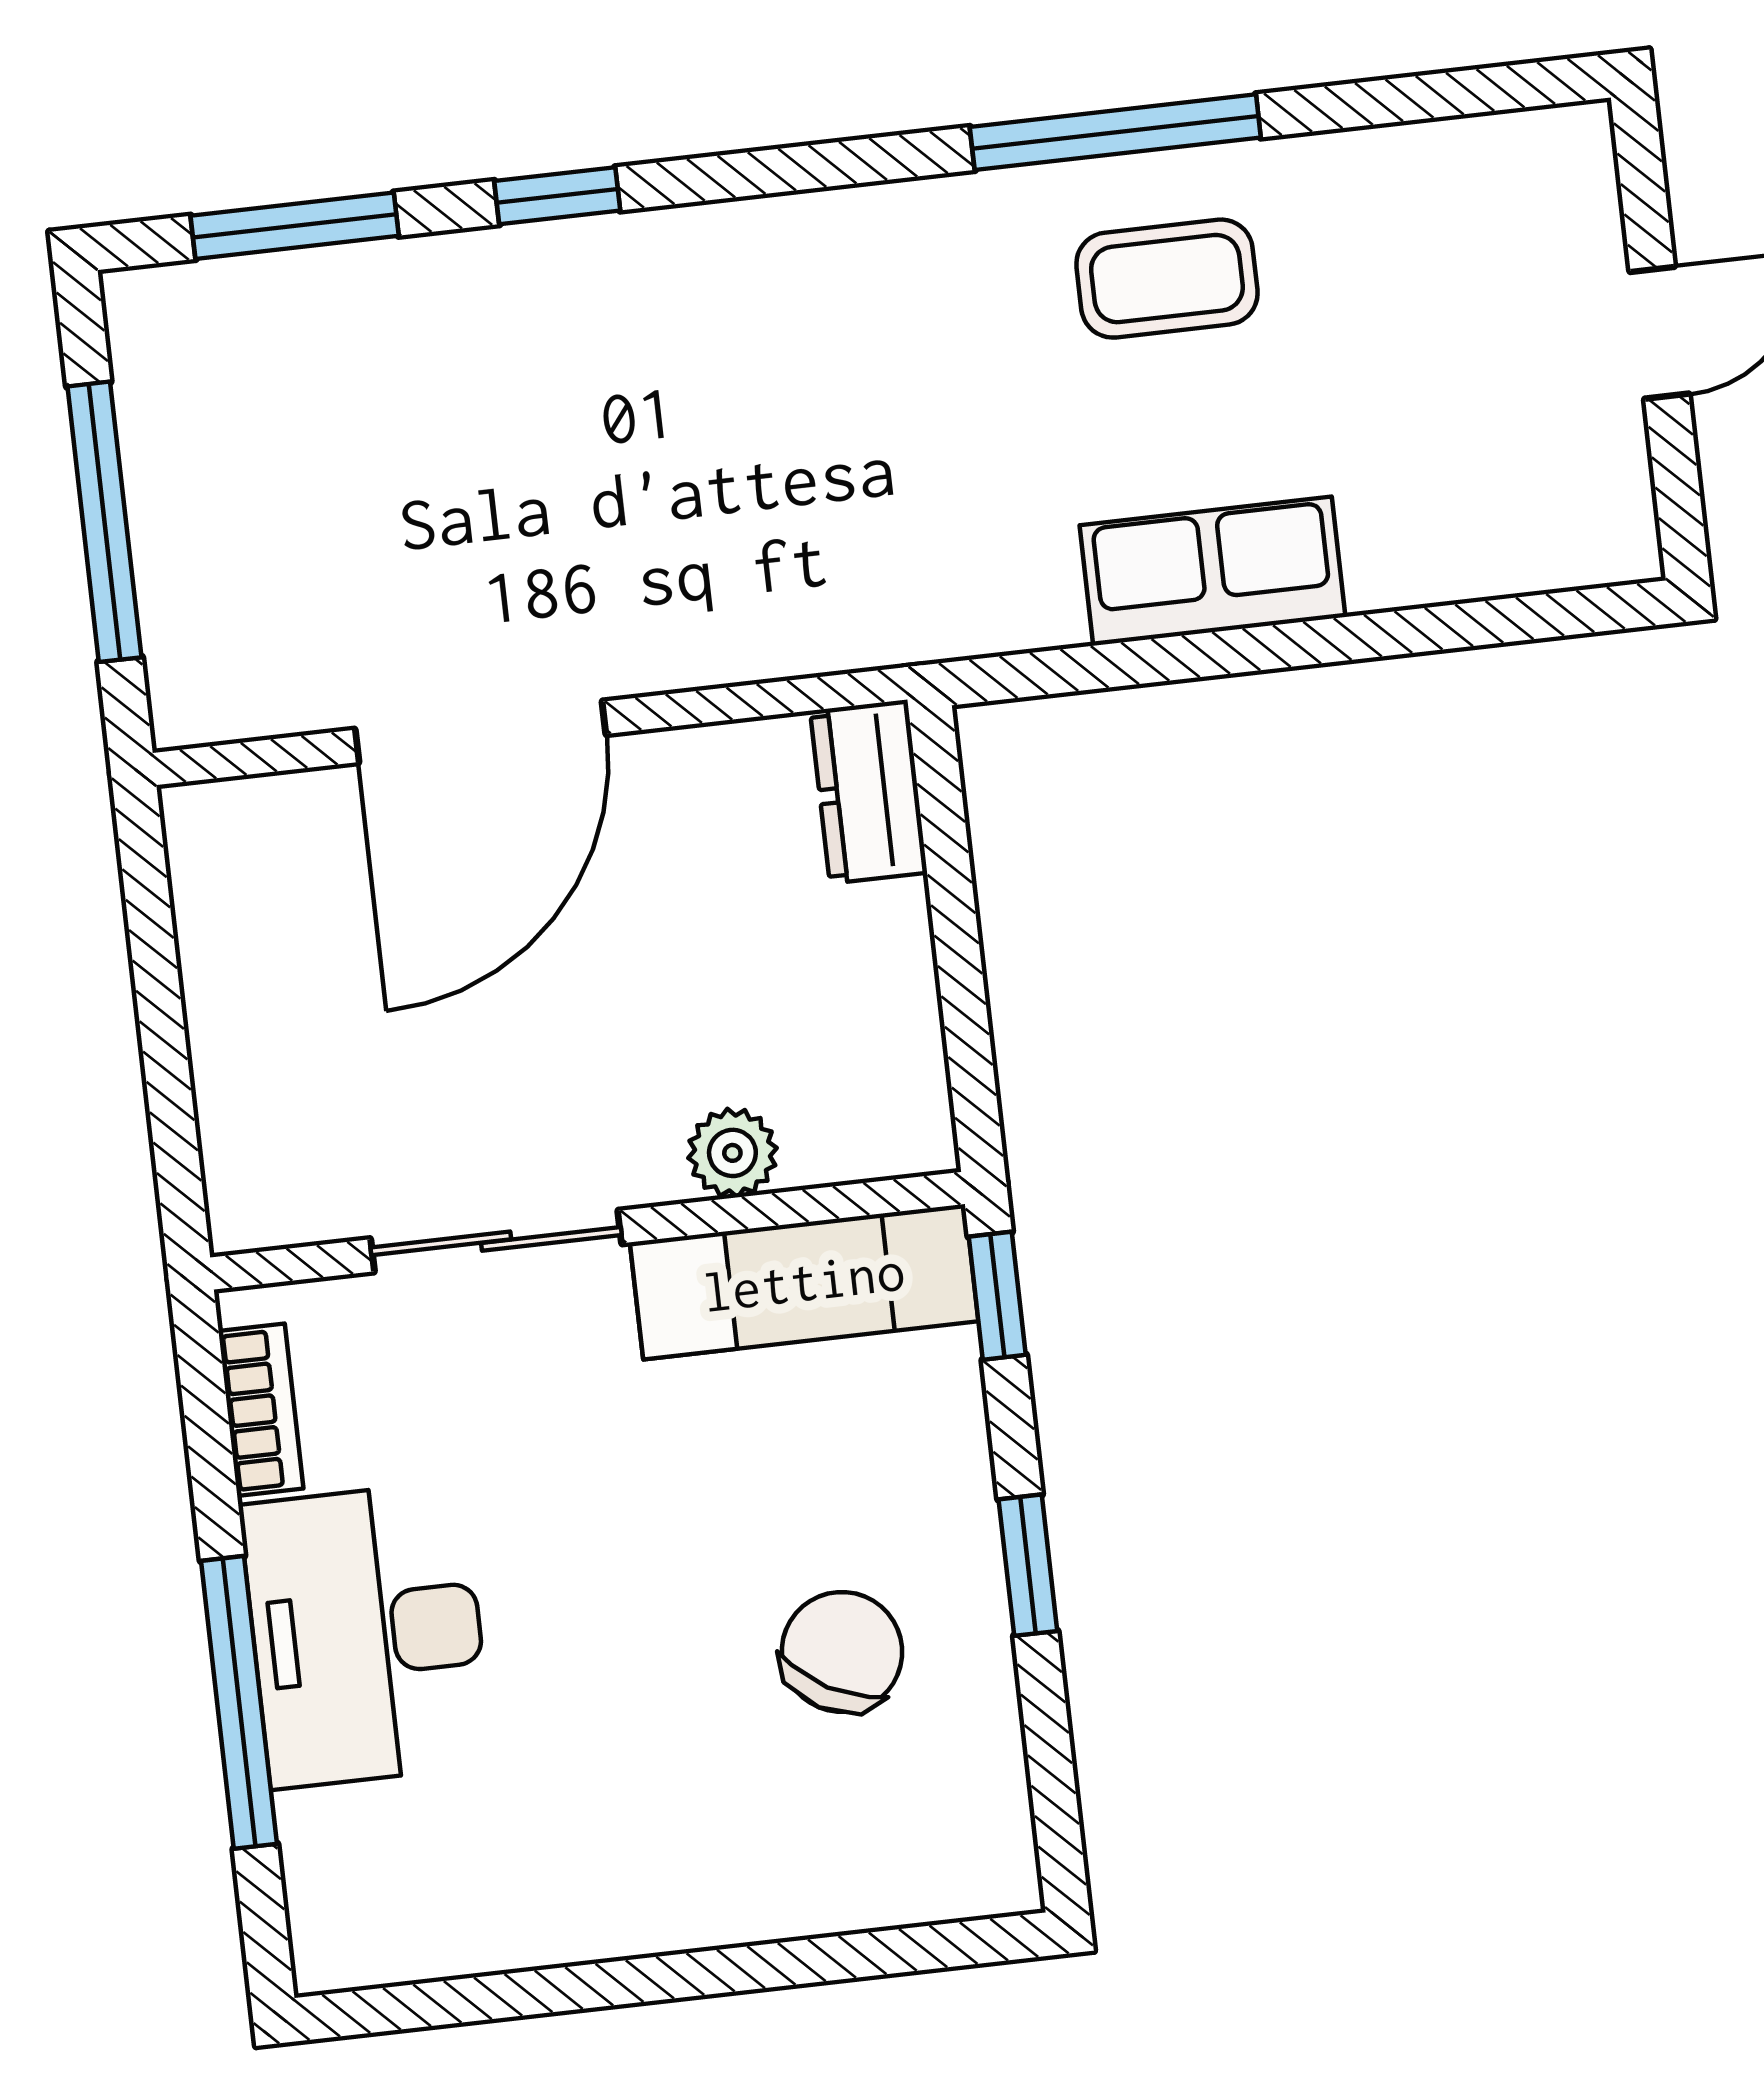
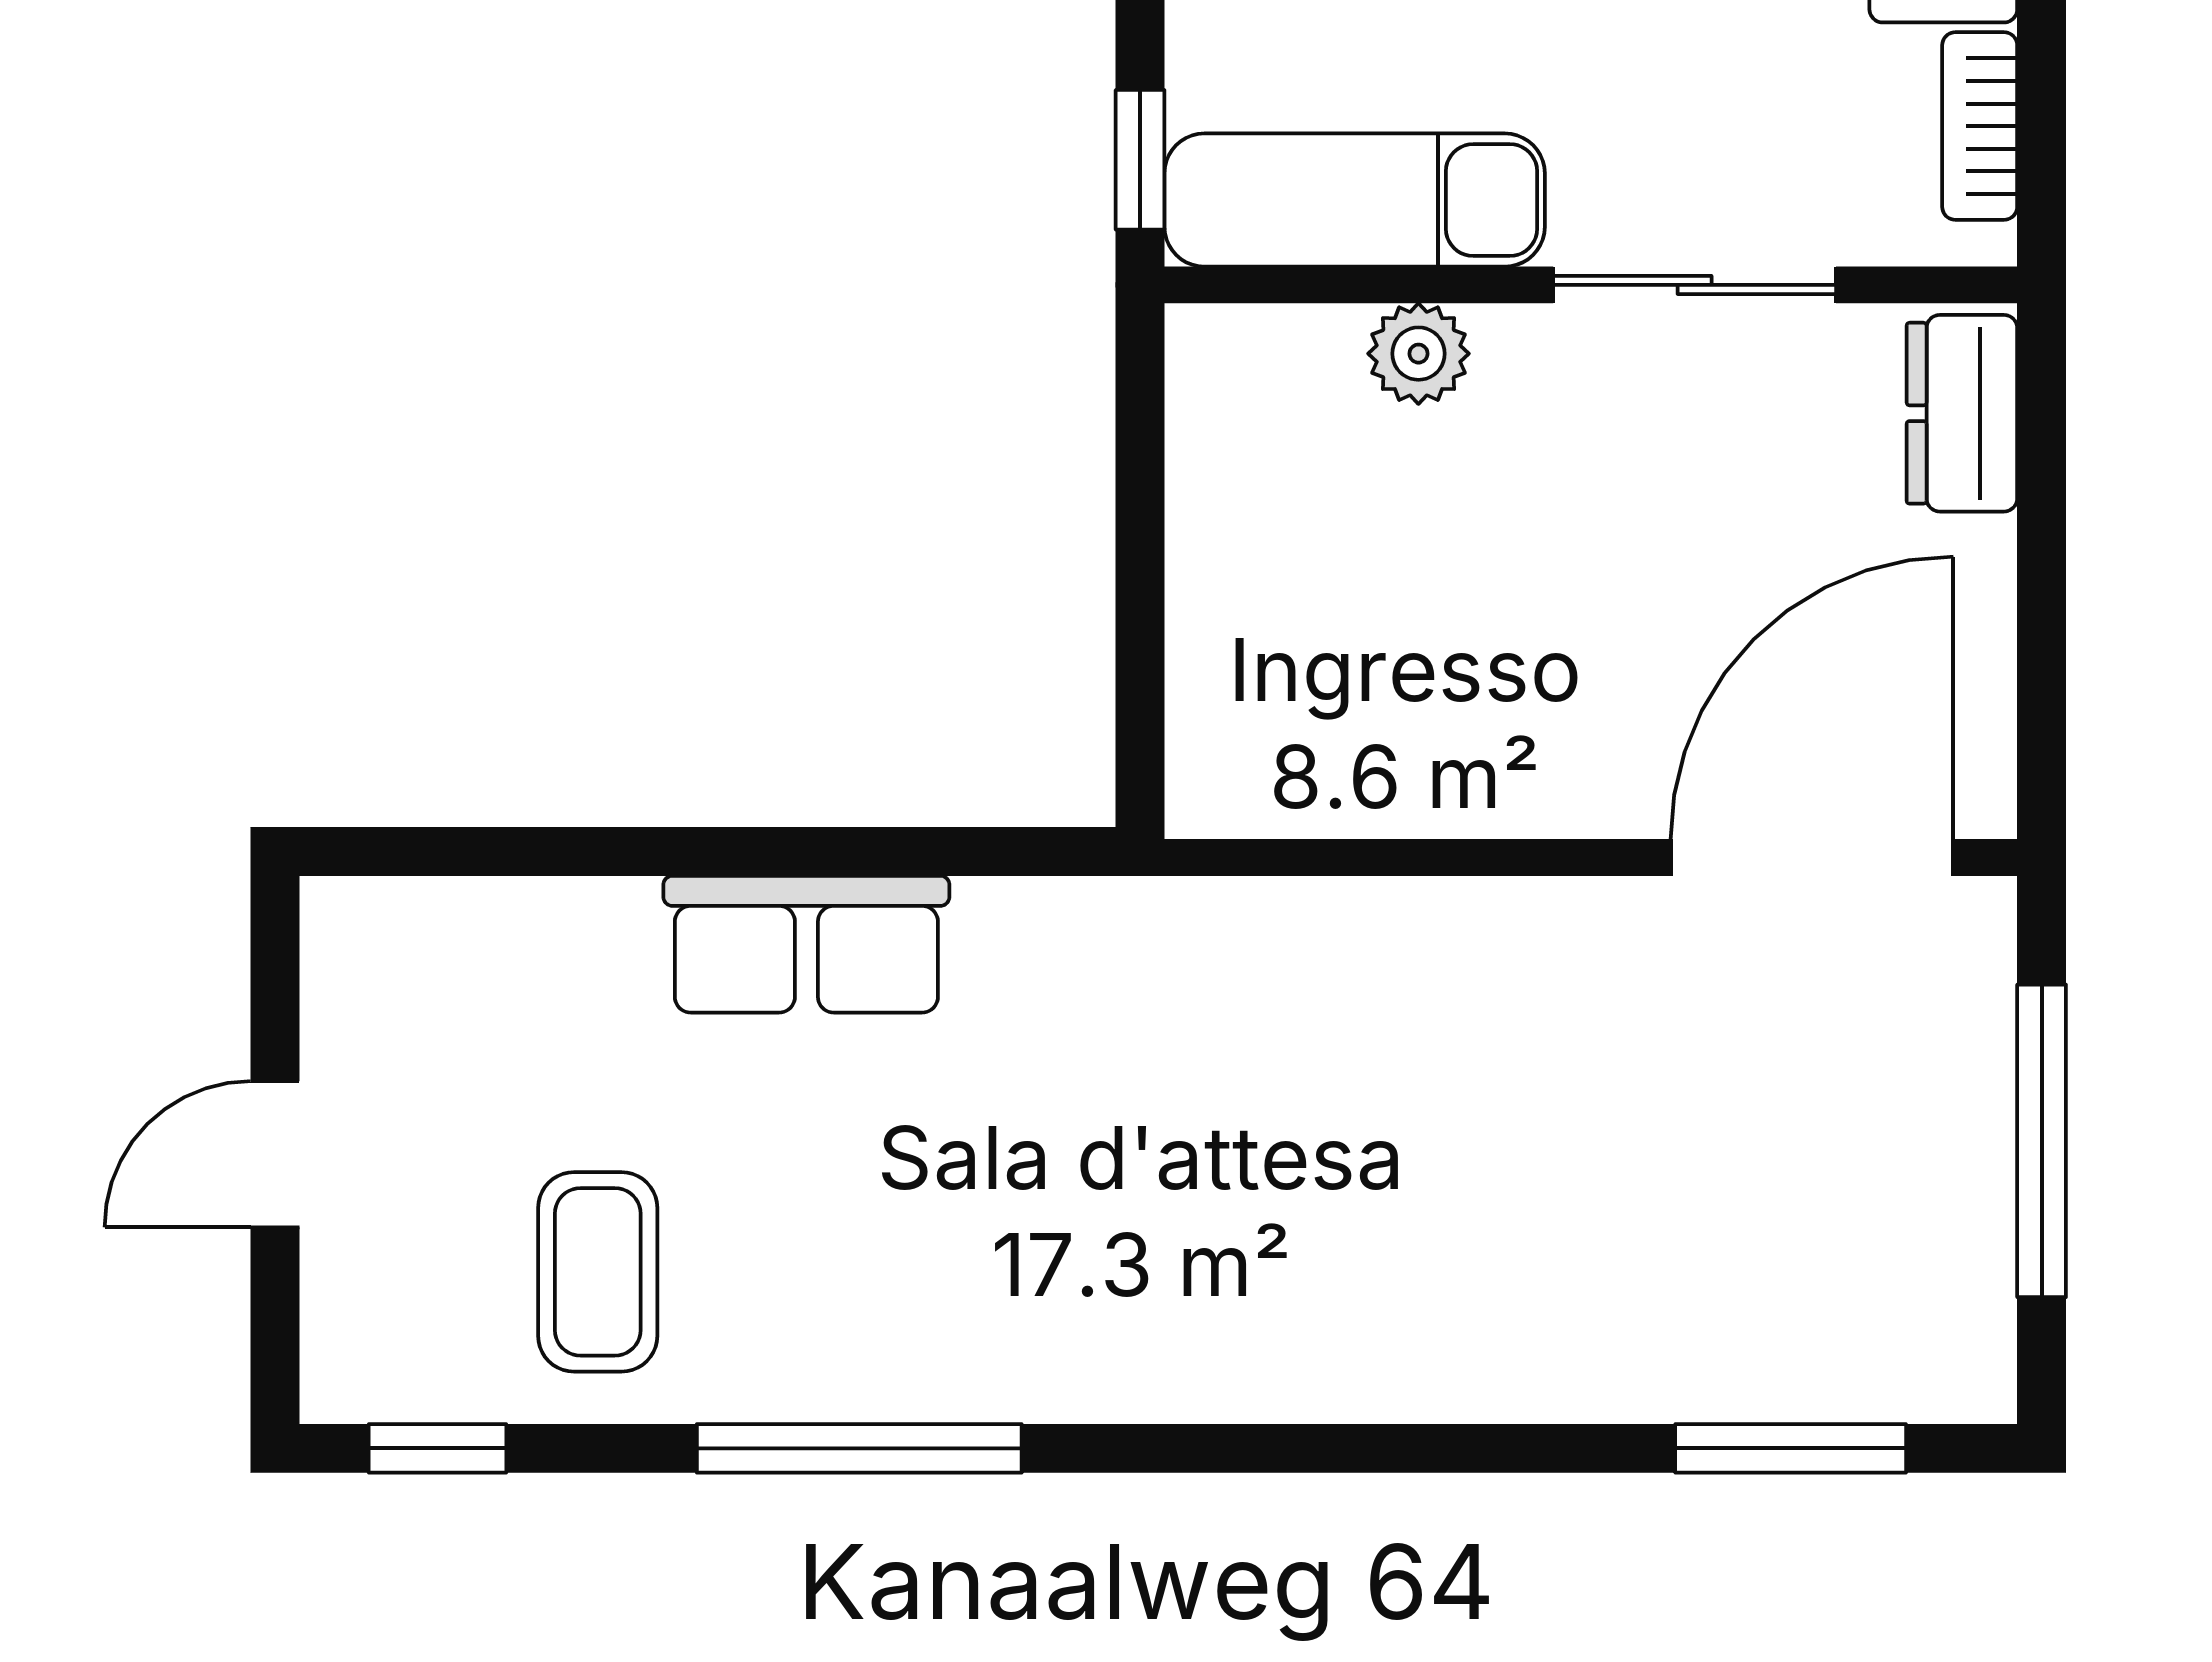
window: (557, 196) -> (437, 1448), moved
coffee table: (1167, 279) -> (598, 1272), moved, turned 90
door: (480, 732) -> (1812, 858), moved
dresser: (869, 792) -> (1962, 413), moved, turned 180

